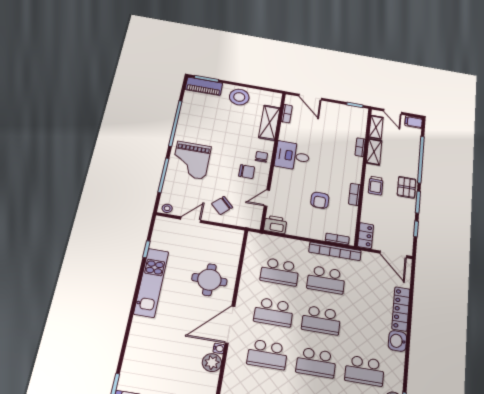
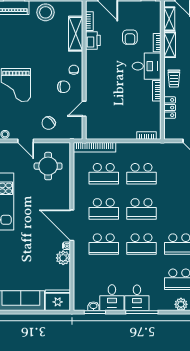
desk: (292, 156) -> (147, 66), moved, turned 180
armchair: (320, 200) -> (130, 37), moved
door: (191, 220) -> (26, 141), swing flipped
printer: (275, 225) -> (93, 40), moved, turned 90
locker: (365, 236) -> (170, 108), moved
bookcase: (335, 251) -> (94, 147), moved
round table: (209, 280) -> (48, 166), moved
door: (230, 325) -> (72, 225), hinge flipped

